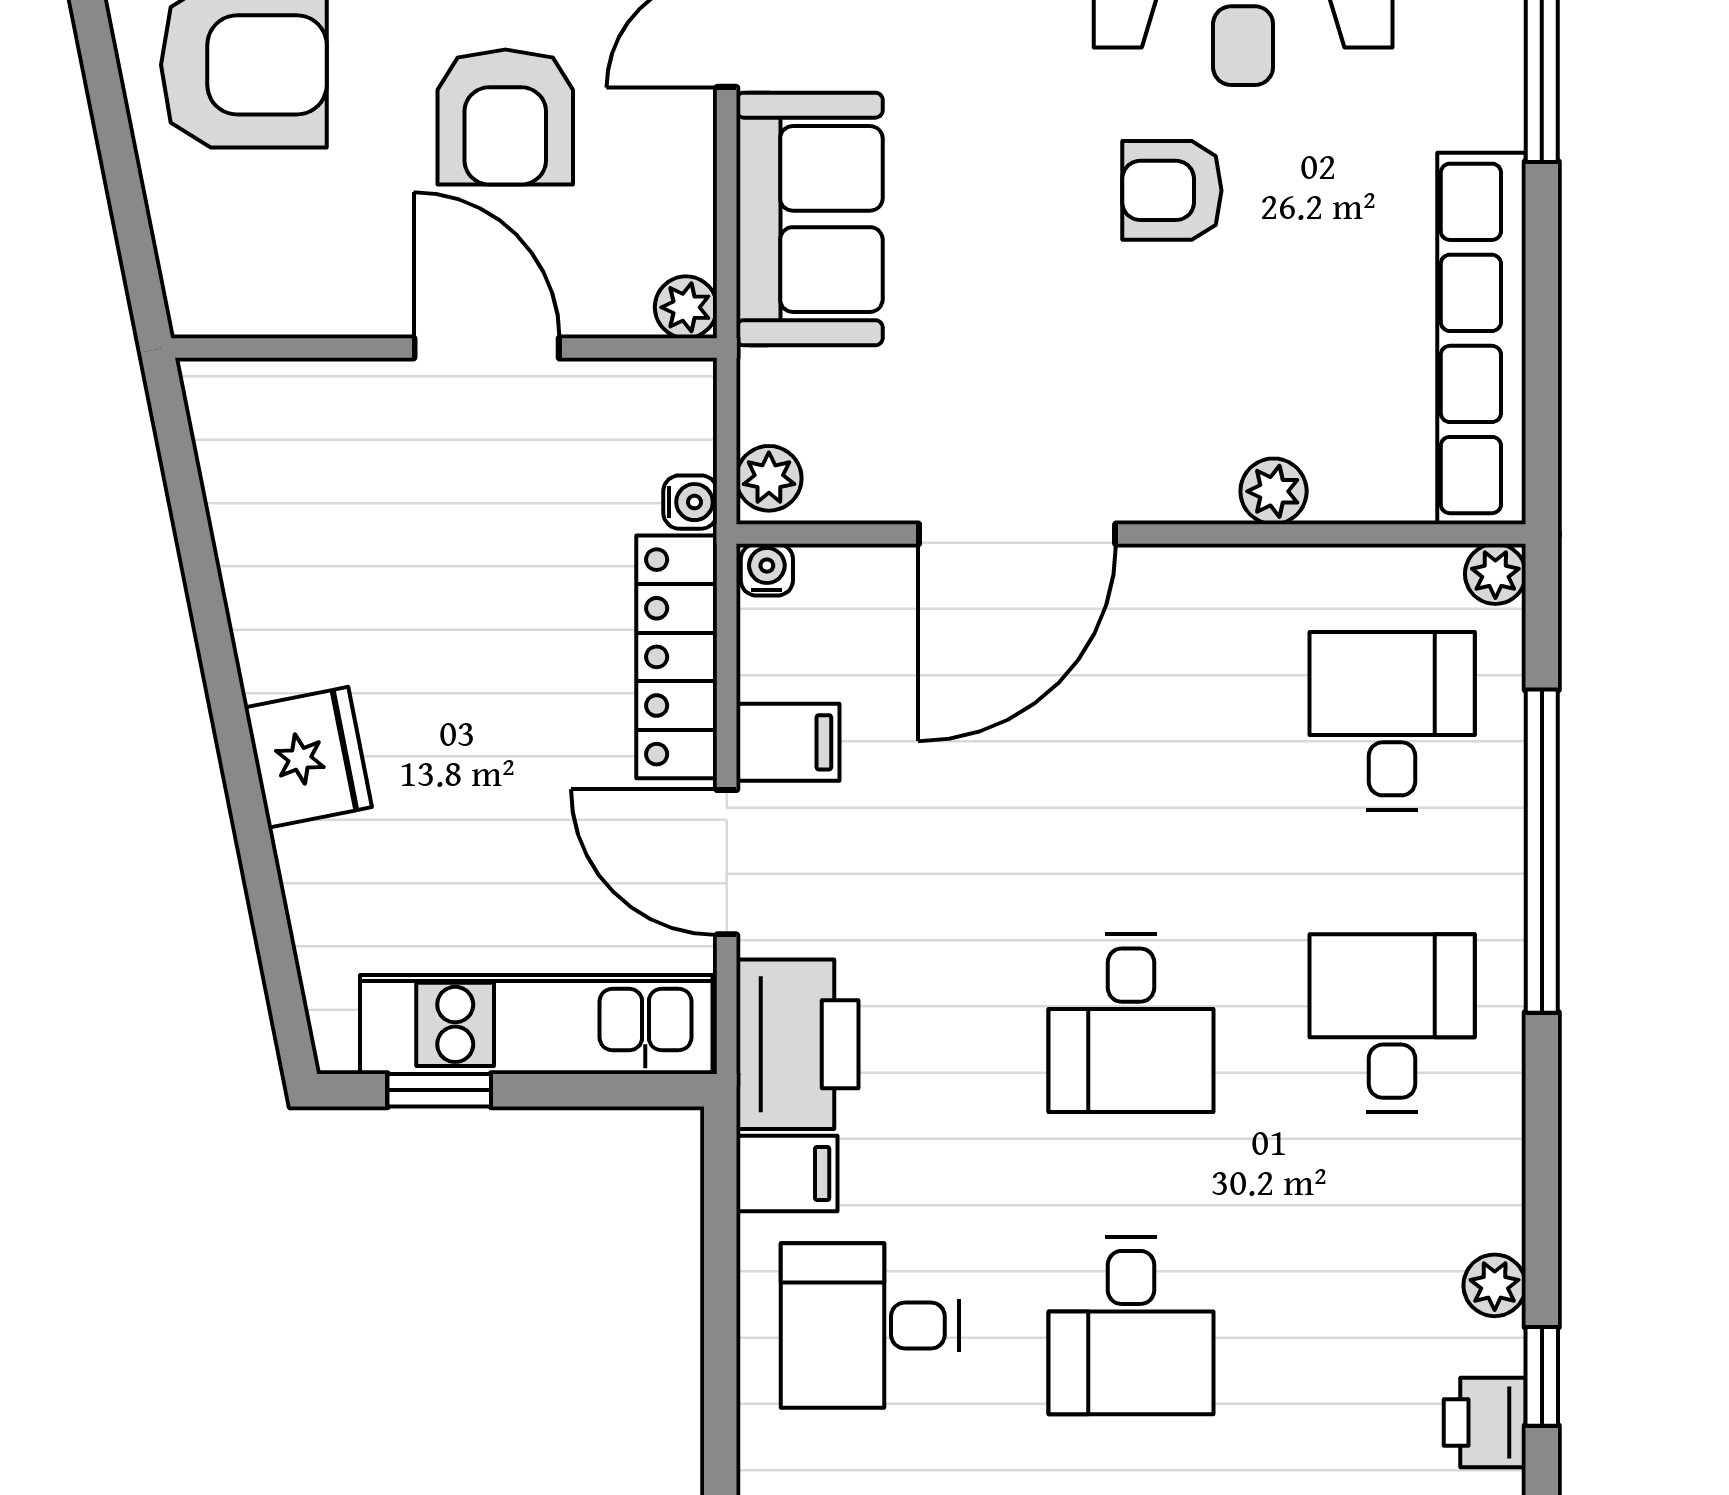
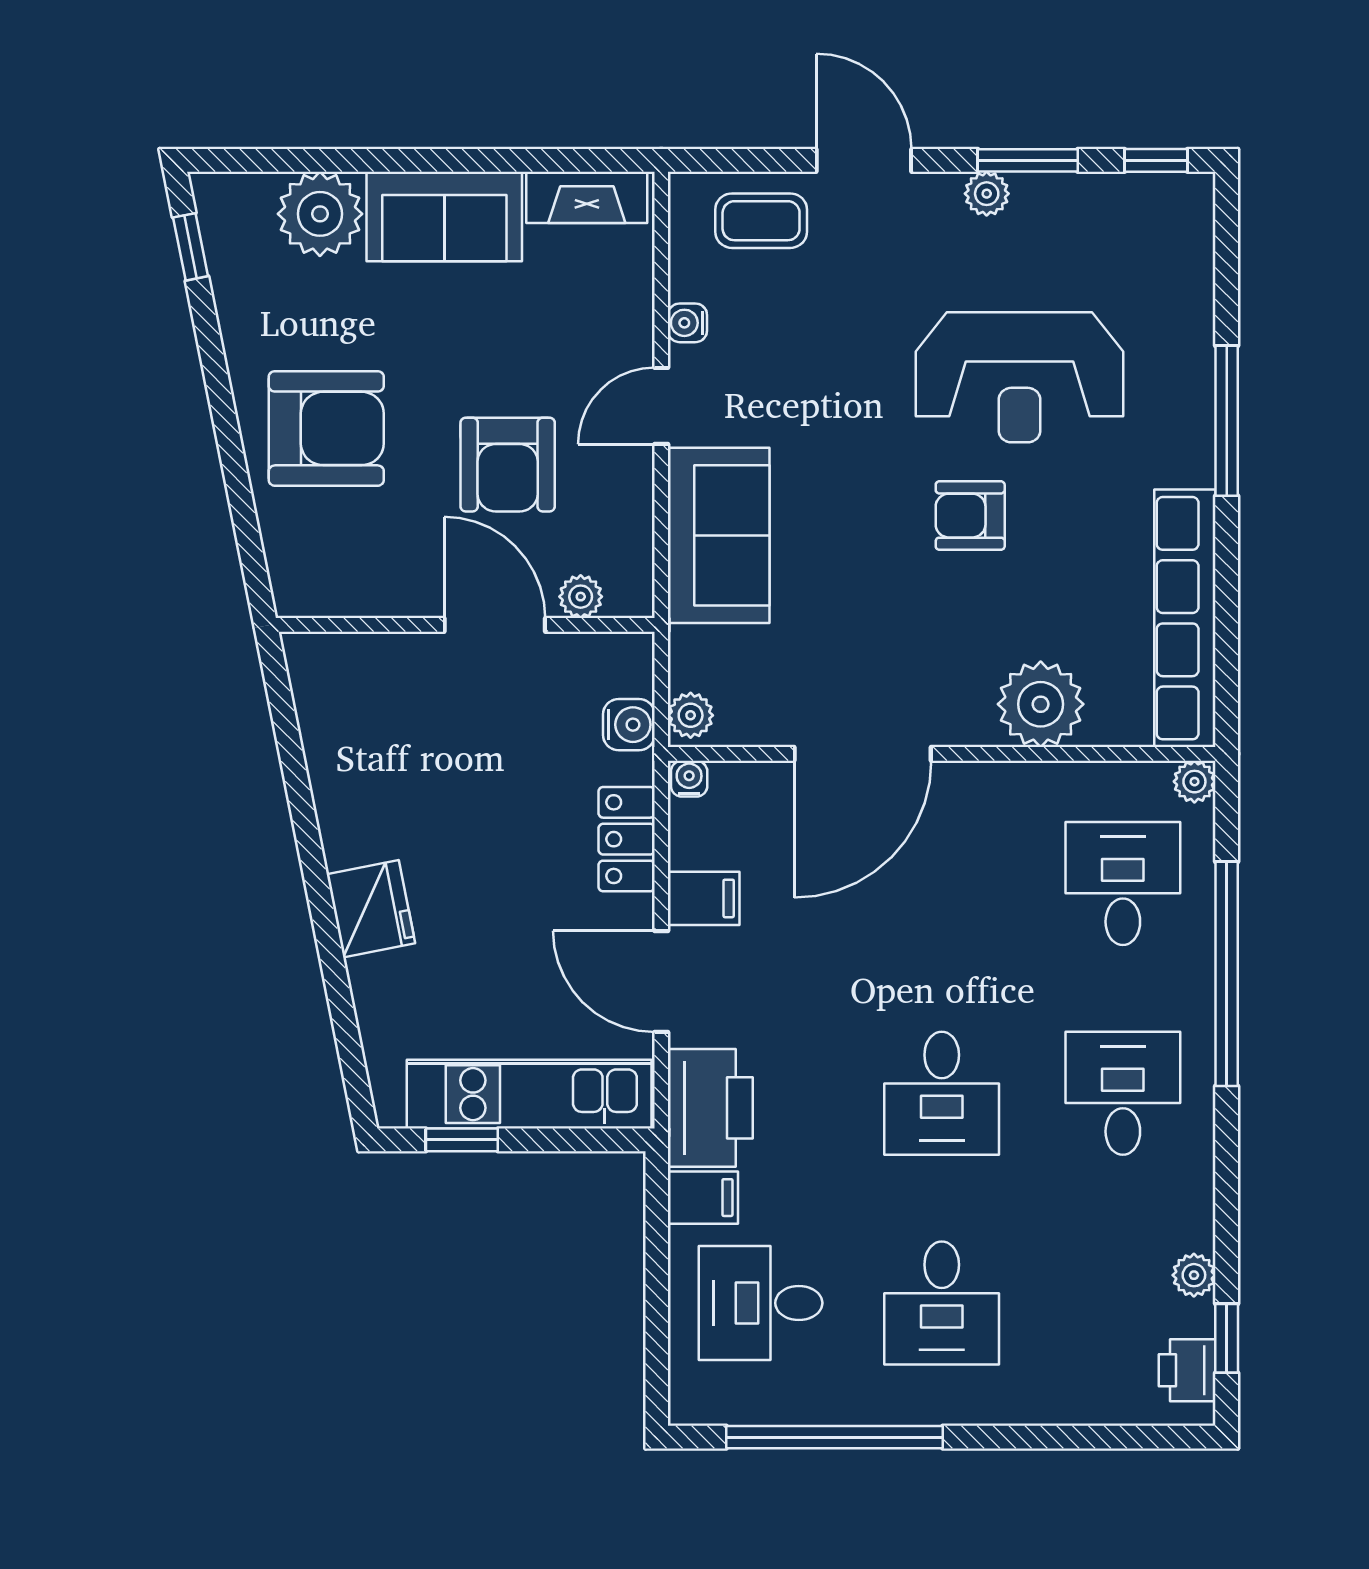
plant: (686, 307) -> (581, 597), moved
plant: (1274, 491) -> (1041, 704), width x1.88, depth x1.88
water cooler: (690, 502) -> (629, 725), width x1.38, depth x1.38
locker: (677, 657) -> (627, 839), width x0.66

